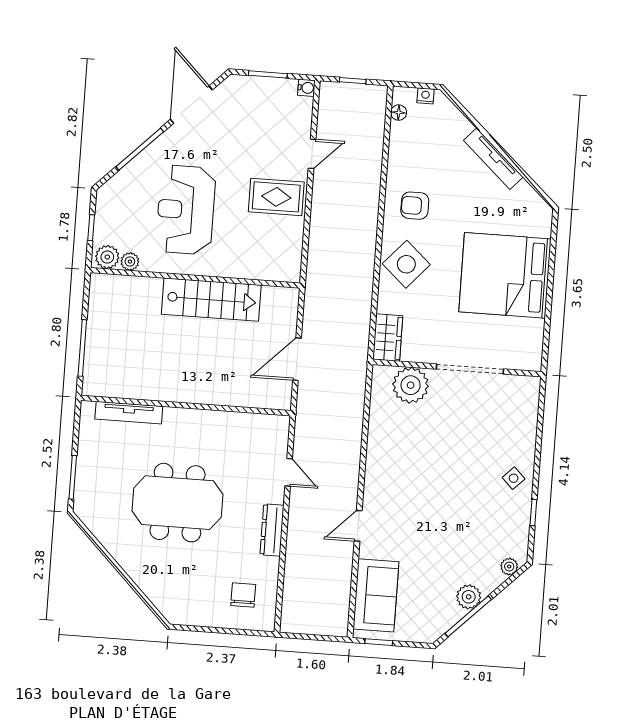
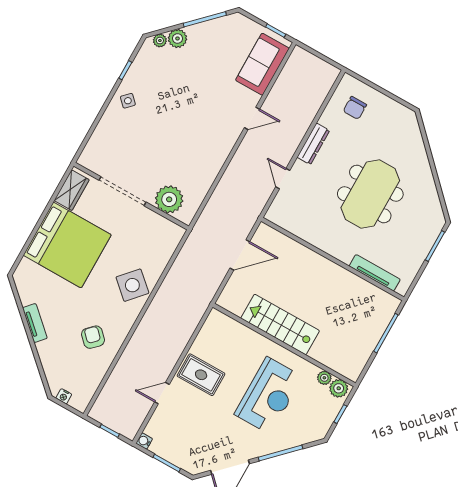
floor lamp: (399, 113) -> (88, 393), removed
tv unit: (493, 159) -> (35, 323), width x0.71
armchair: (415, 206) -> (93, 337), moved, turned -135
wardrobe: (388, 338) -> (72, 190), moved, turned 180
meeting table: (177, 503) -> (370, 194), turned 90
plant: (469, 597) -> (178, 38), moved

